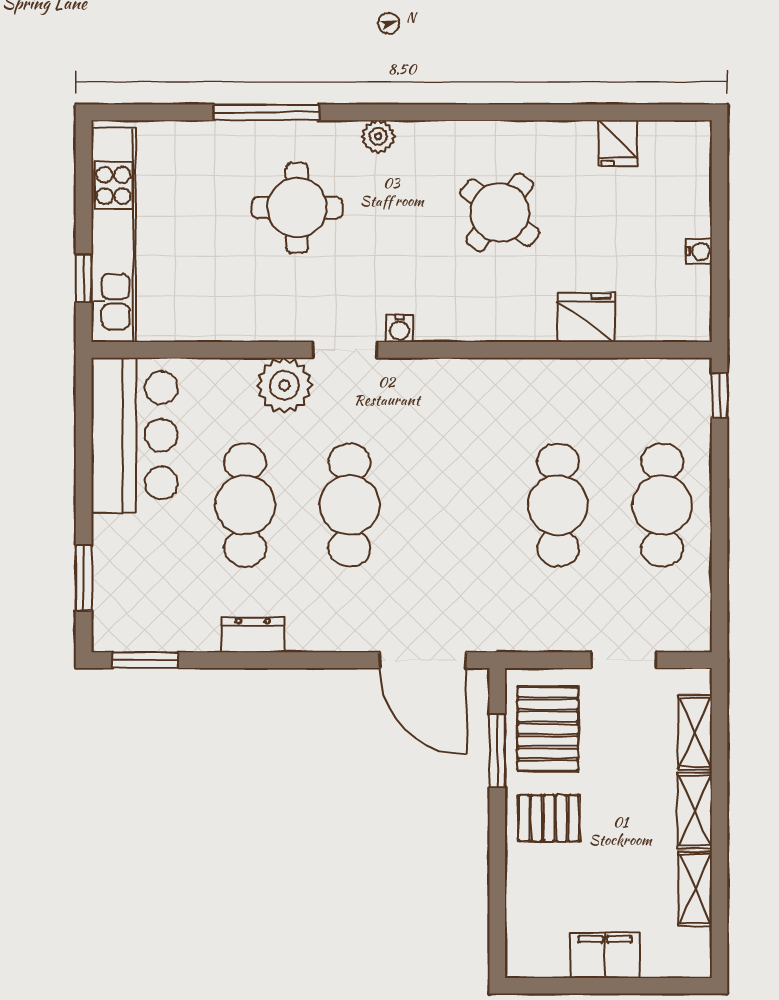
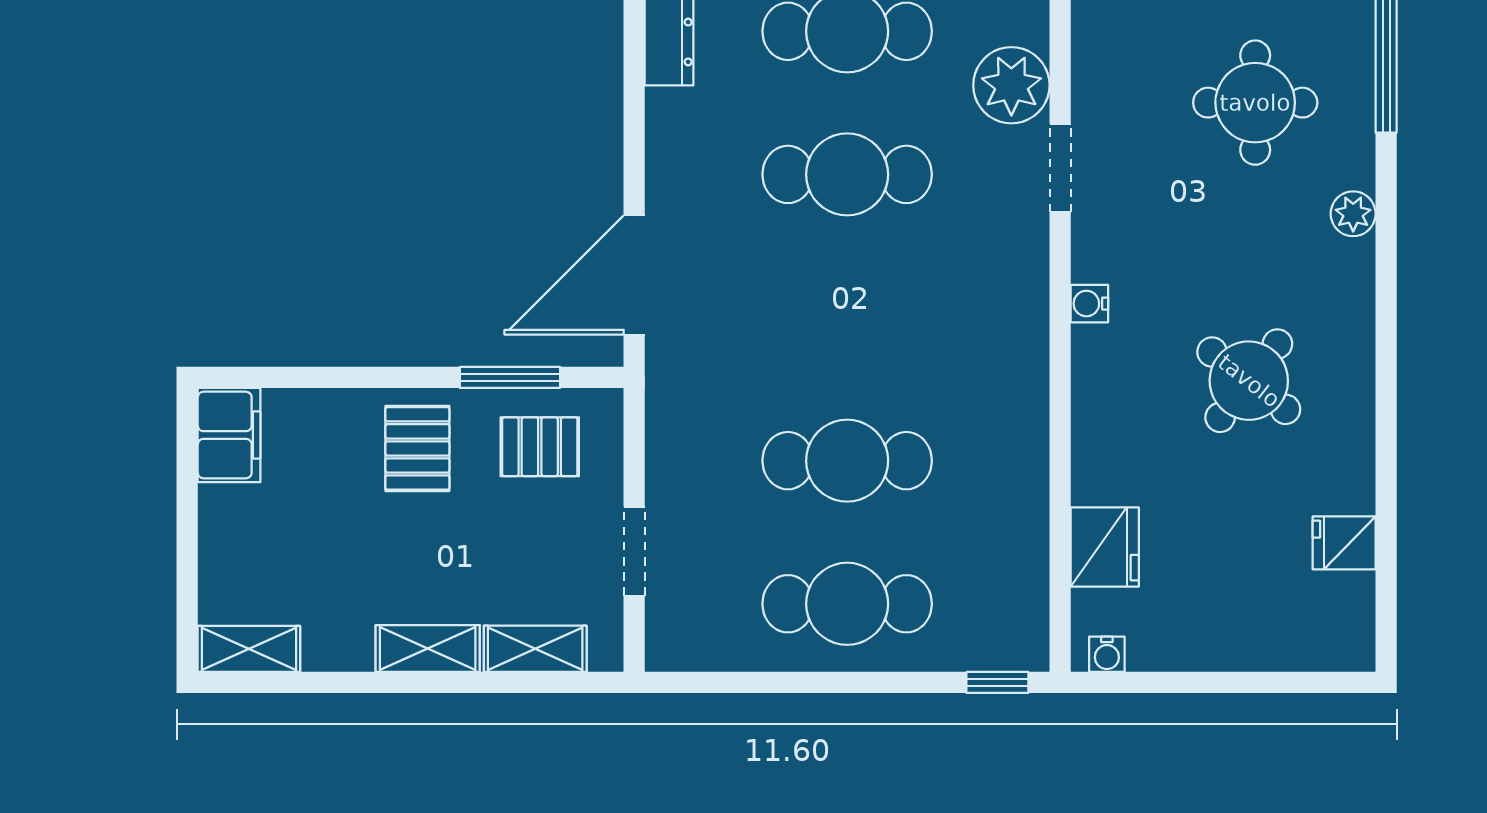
water cooler: (699, 251) -> (1107, 654), moved
fridge: (586, 317) -> (1105, 547), moved
water cooler: (399, 329) -> (1089, 304), moved
pallet: (548, 729) -> (540, 447), width x0.67, depth x0.71
shelving: (695, 889) -> (249, 649), moved
filing cabinet: (605, 955) -> (229, 435), moved

